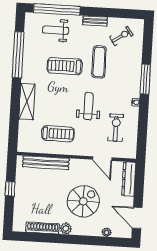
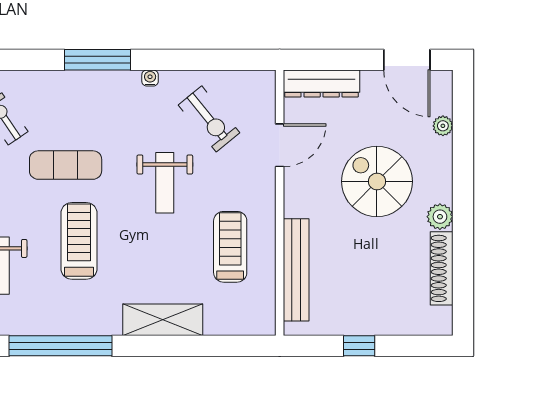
treadmill: (65, 66) -> (79, 241), turned 180
weight bench: (88, 106) -> (165, 183), turned -90
exercise bike: (116, 128) -> (209, 119), turned -129
door: (137, 218) -> (407, 60), hinge flipped

